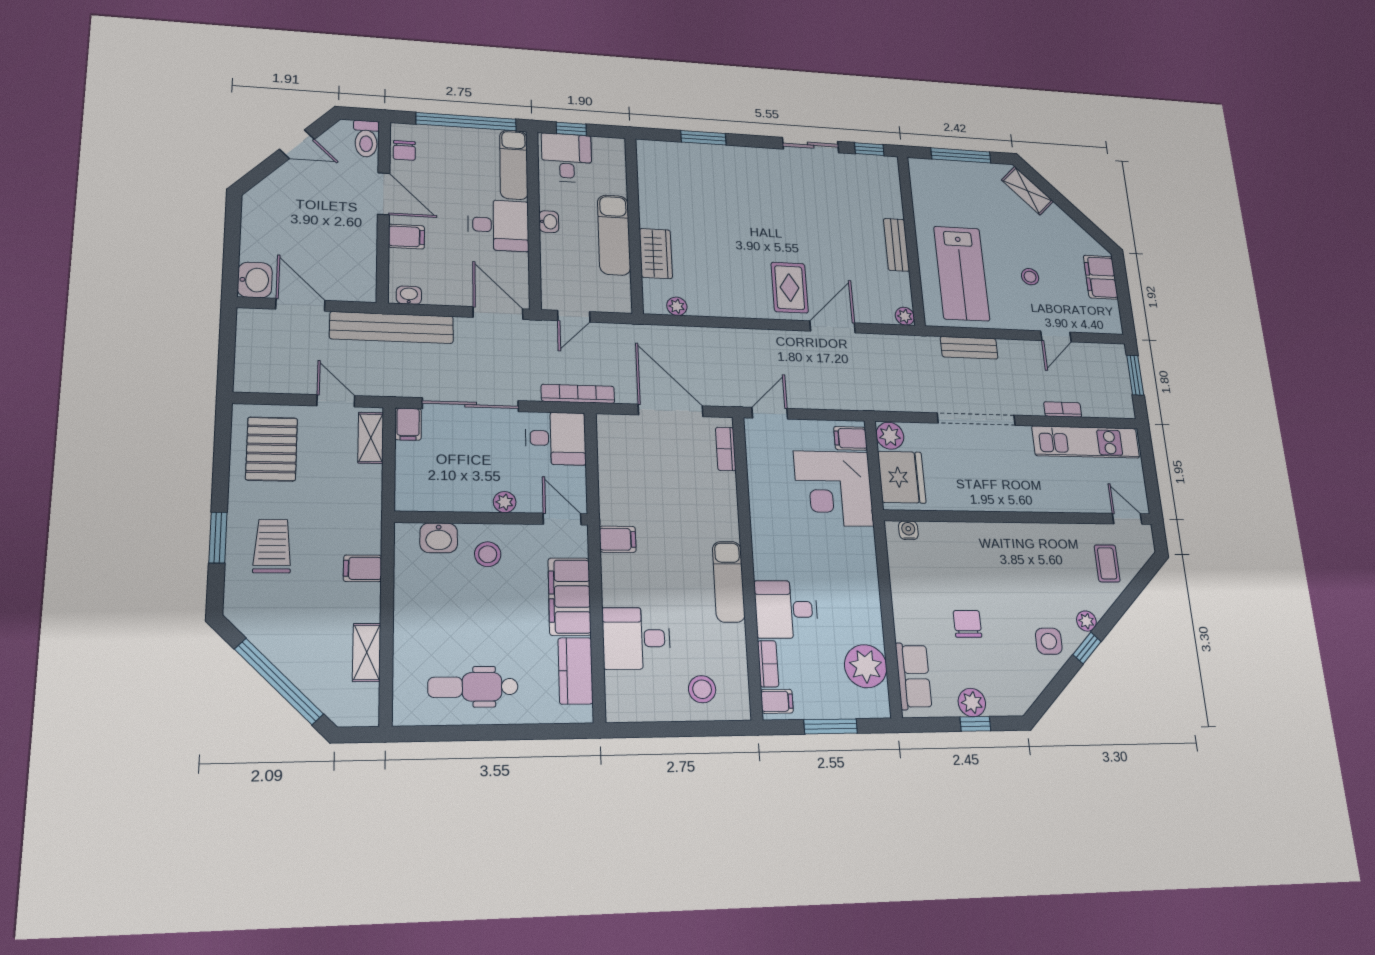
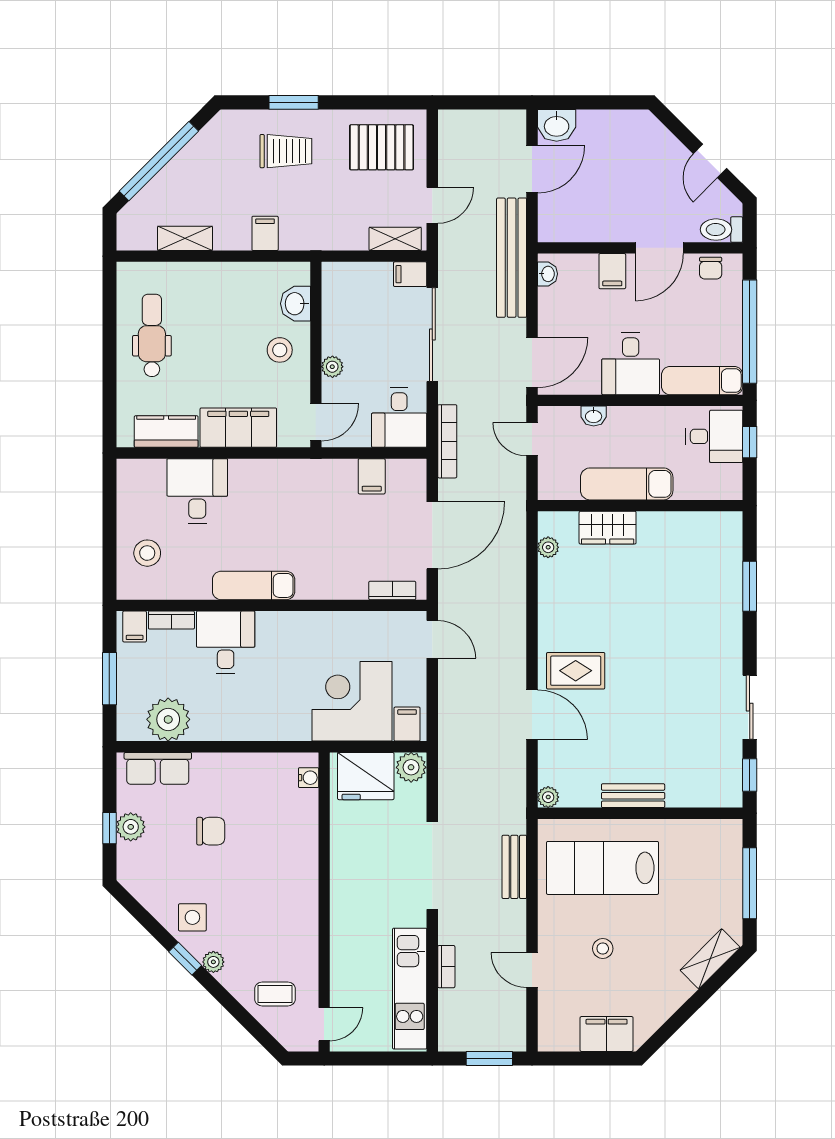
chair: (404, 150) -> (711, 268), turned -90
washbasin: (549, 222) -> (594, 416), moved
filing cabinet: (618, 539) -> (372, 476), moved

